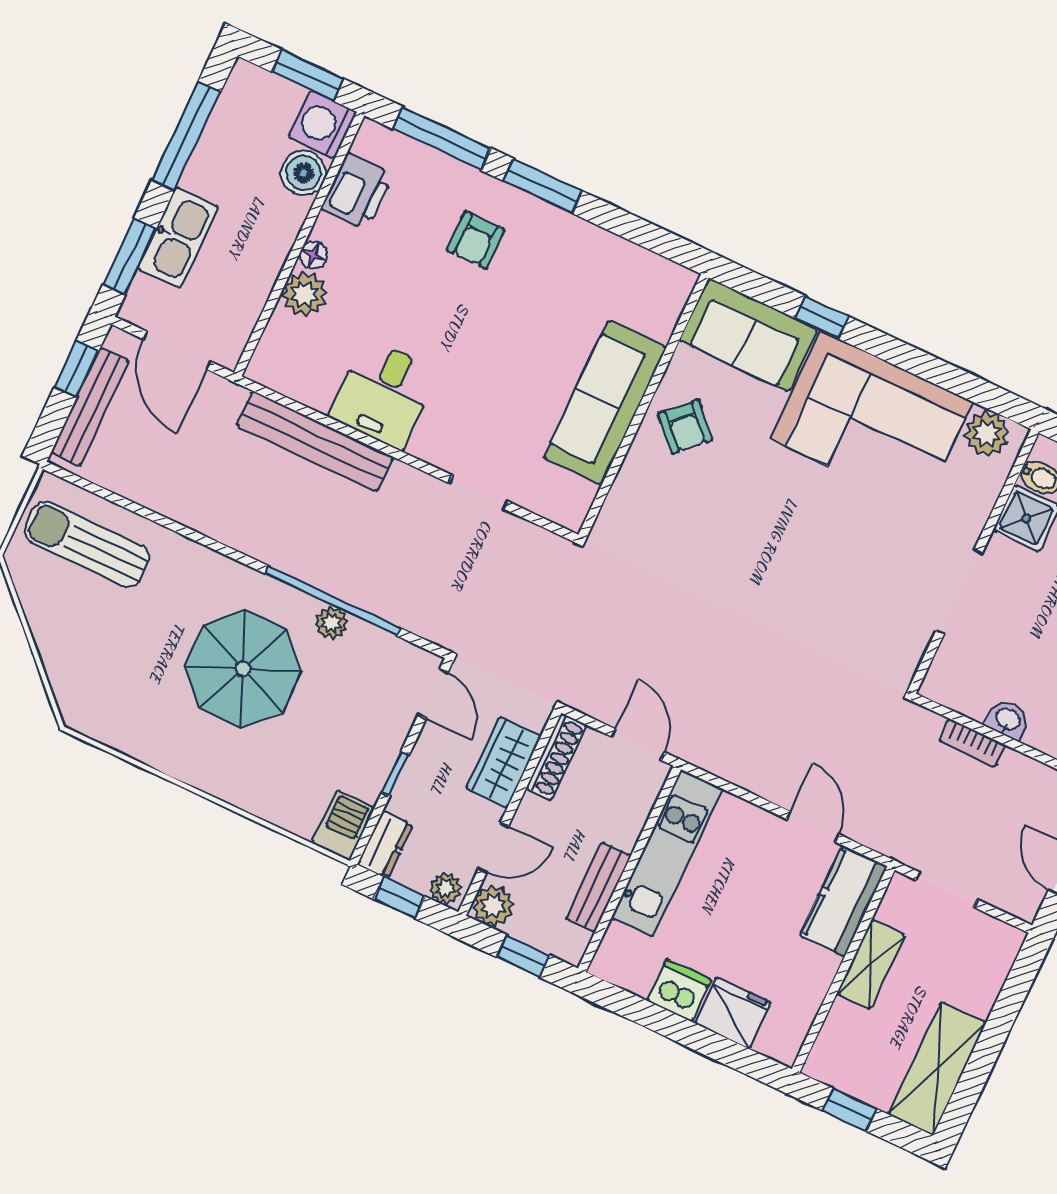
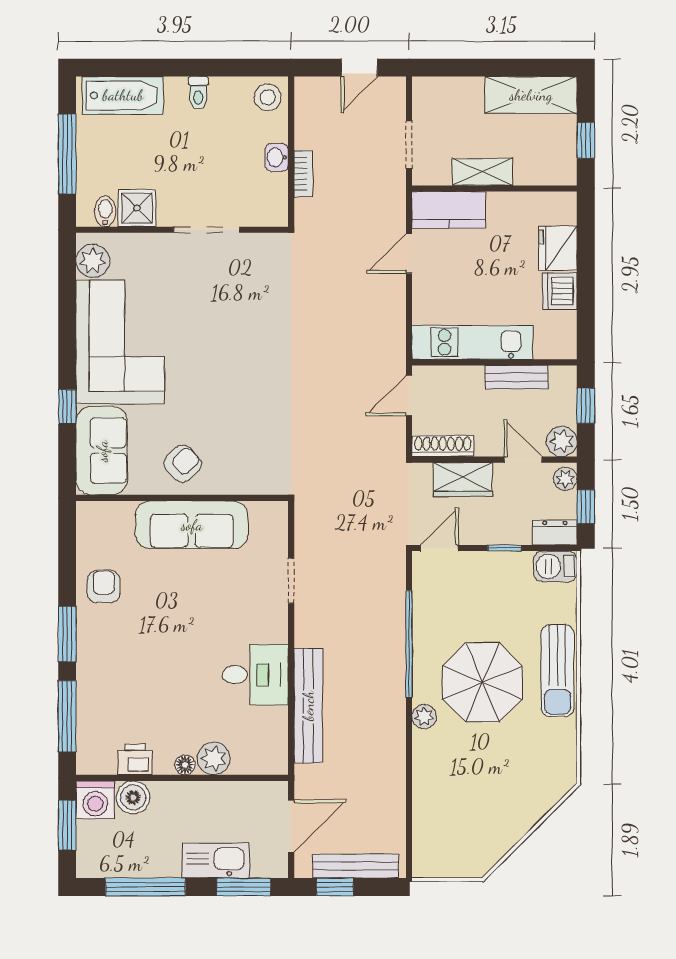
printer: (357, 191) -> (135, 759), width x0.73, depth x0.81
armchair: (476, 240) -> (104, 586), moved, turned -90
sun lounger: (87, 544) -> (558, 671), moved
plant: (331, 623) -> (424, 717), moved

